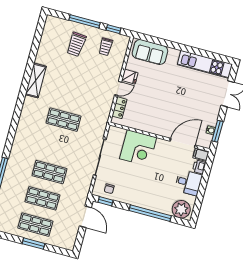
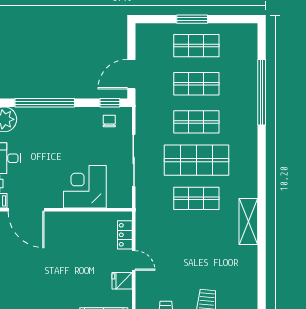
shelving: (36, 80) -> (248, 221), moved
door: (118, 88) -> (134, 261), swing flipped
door: (183, 143) -> (26, 210), hinge flipped
shop shelf: (56, 146) -> (196, 160), added
door: (85, 217) -> (131, 74), hinge flipped

